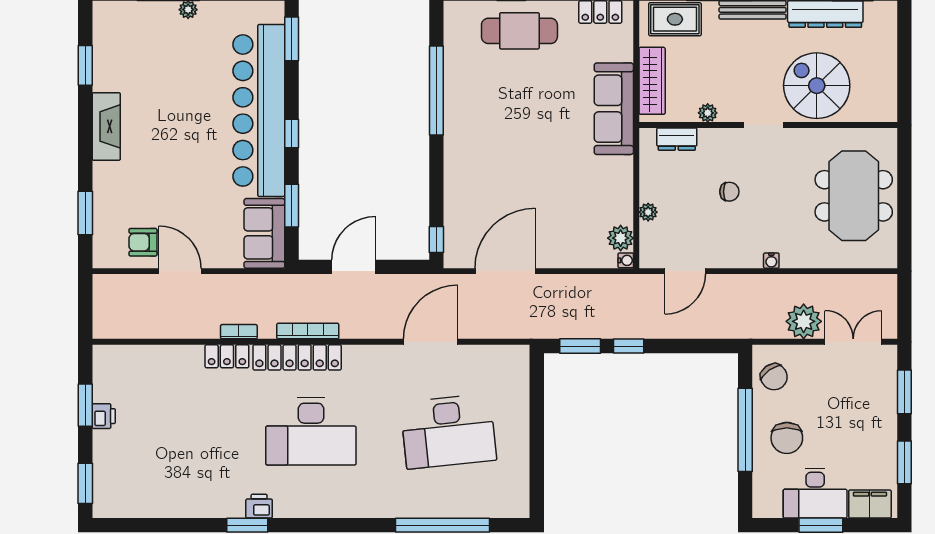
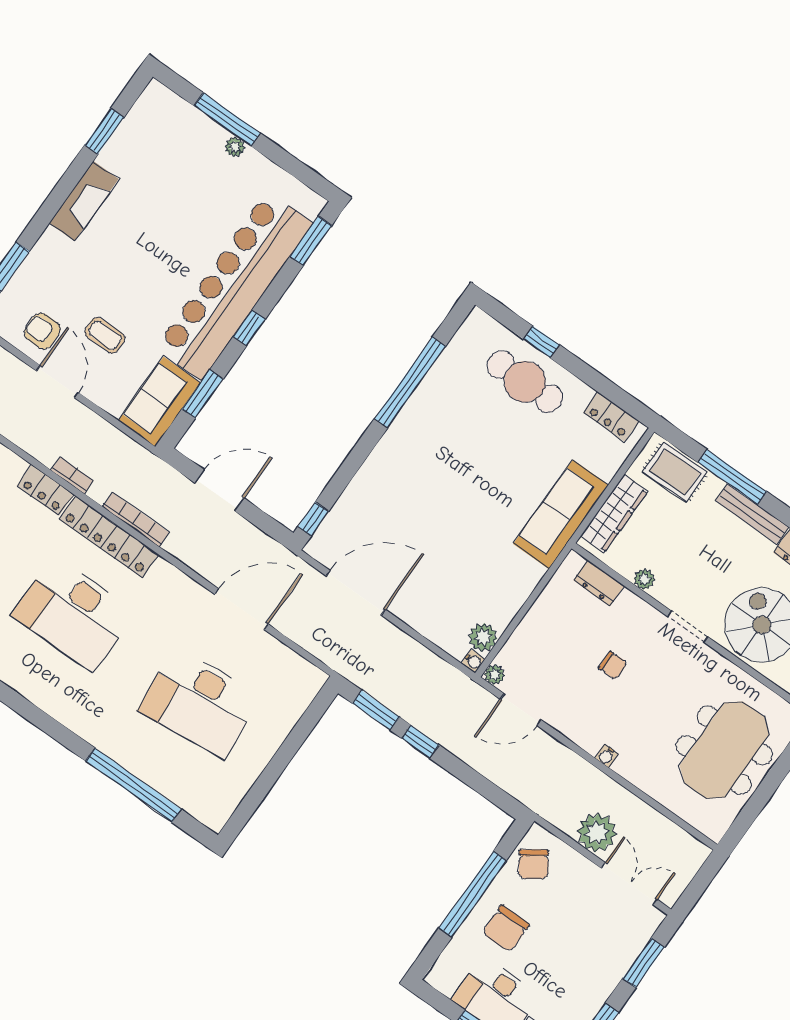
plant: (648, 212) -> (495, 675), moved
coffee table: (191, 213) -> (105, 335), added

